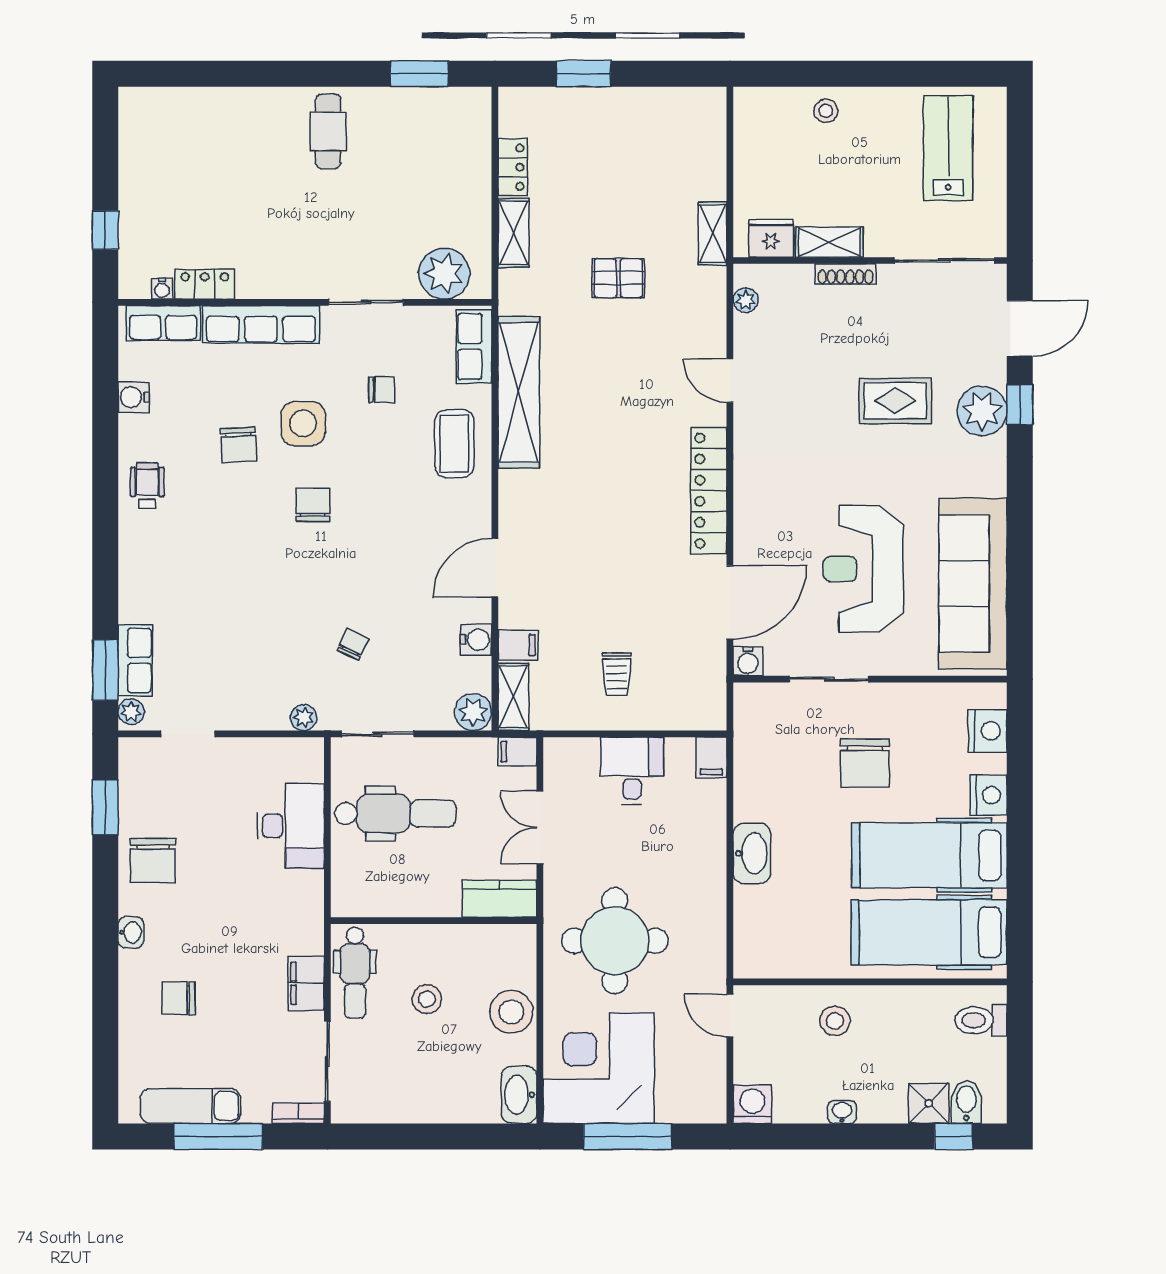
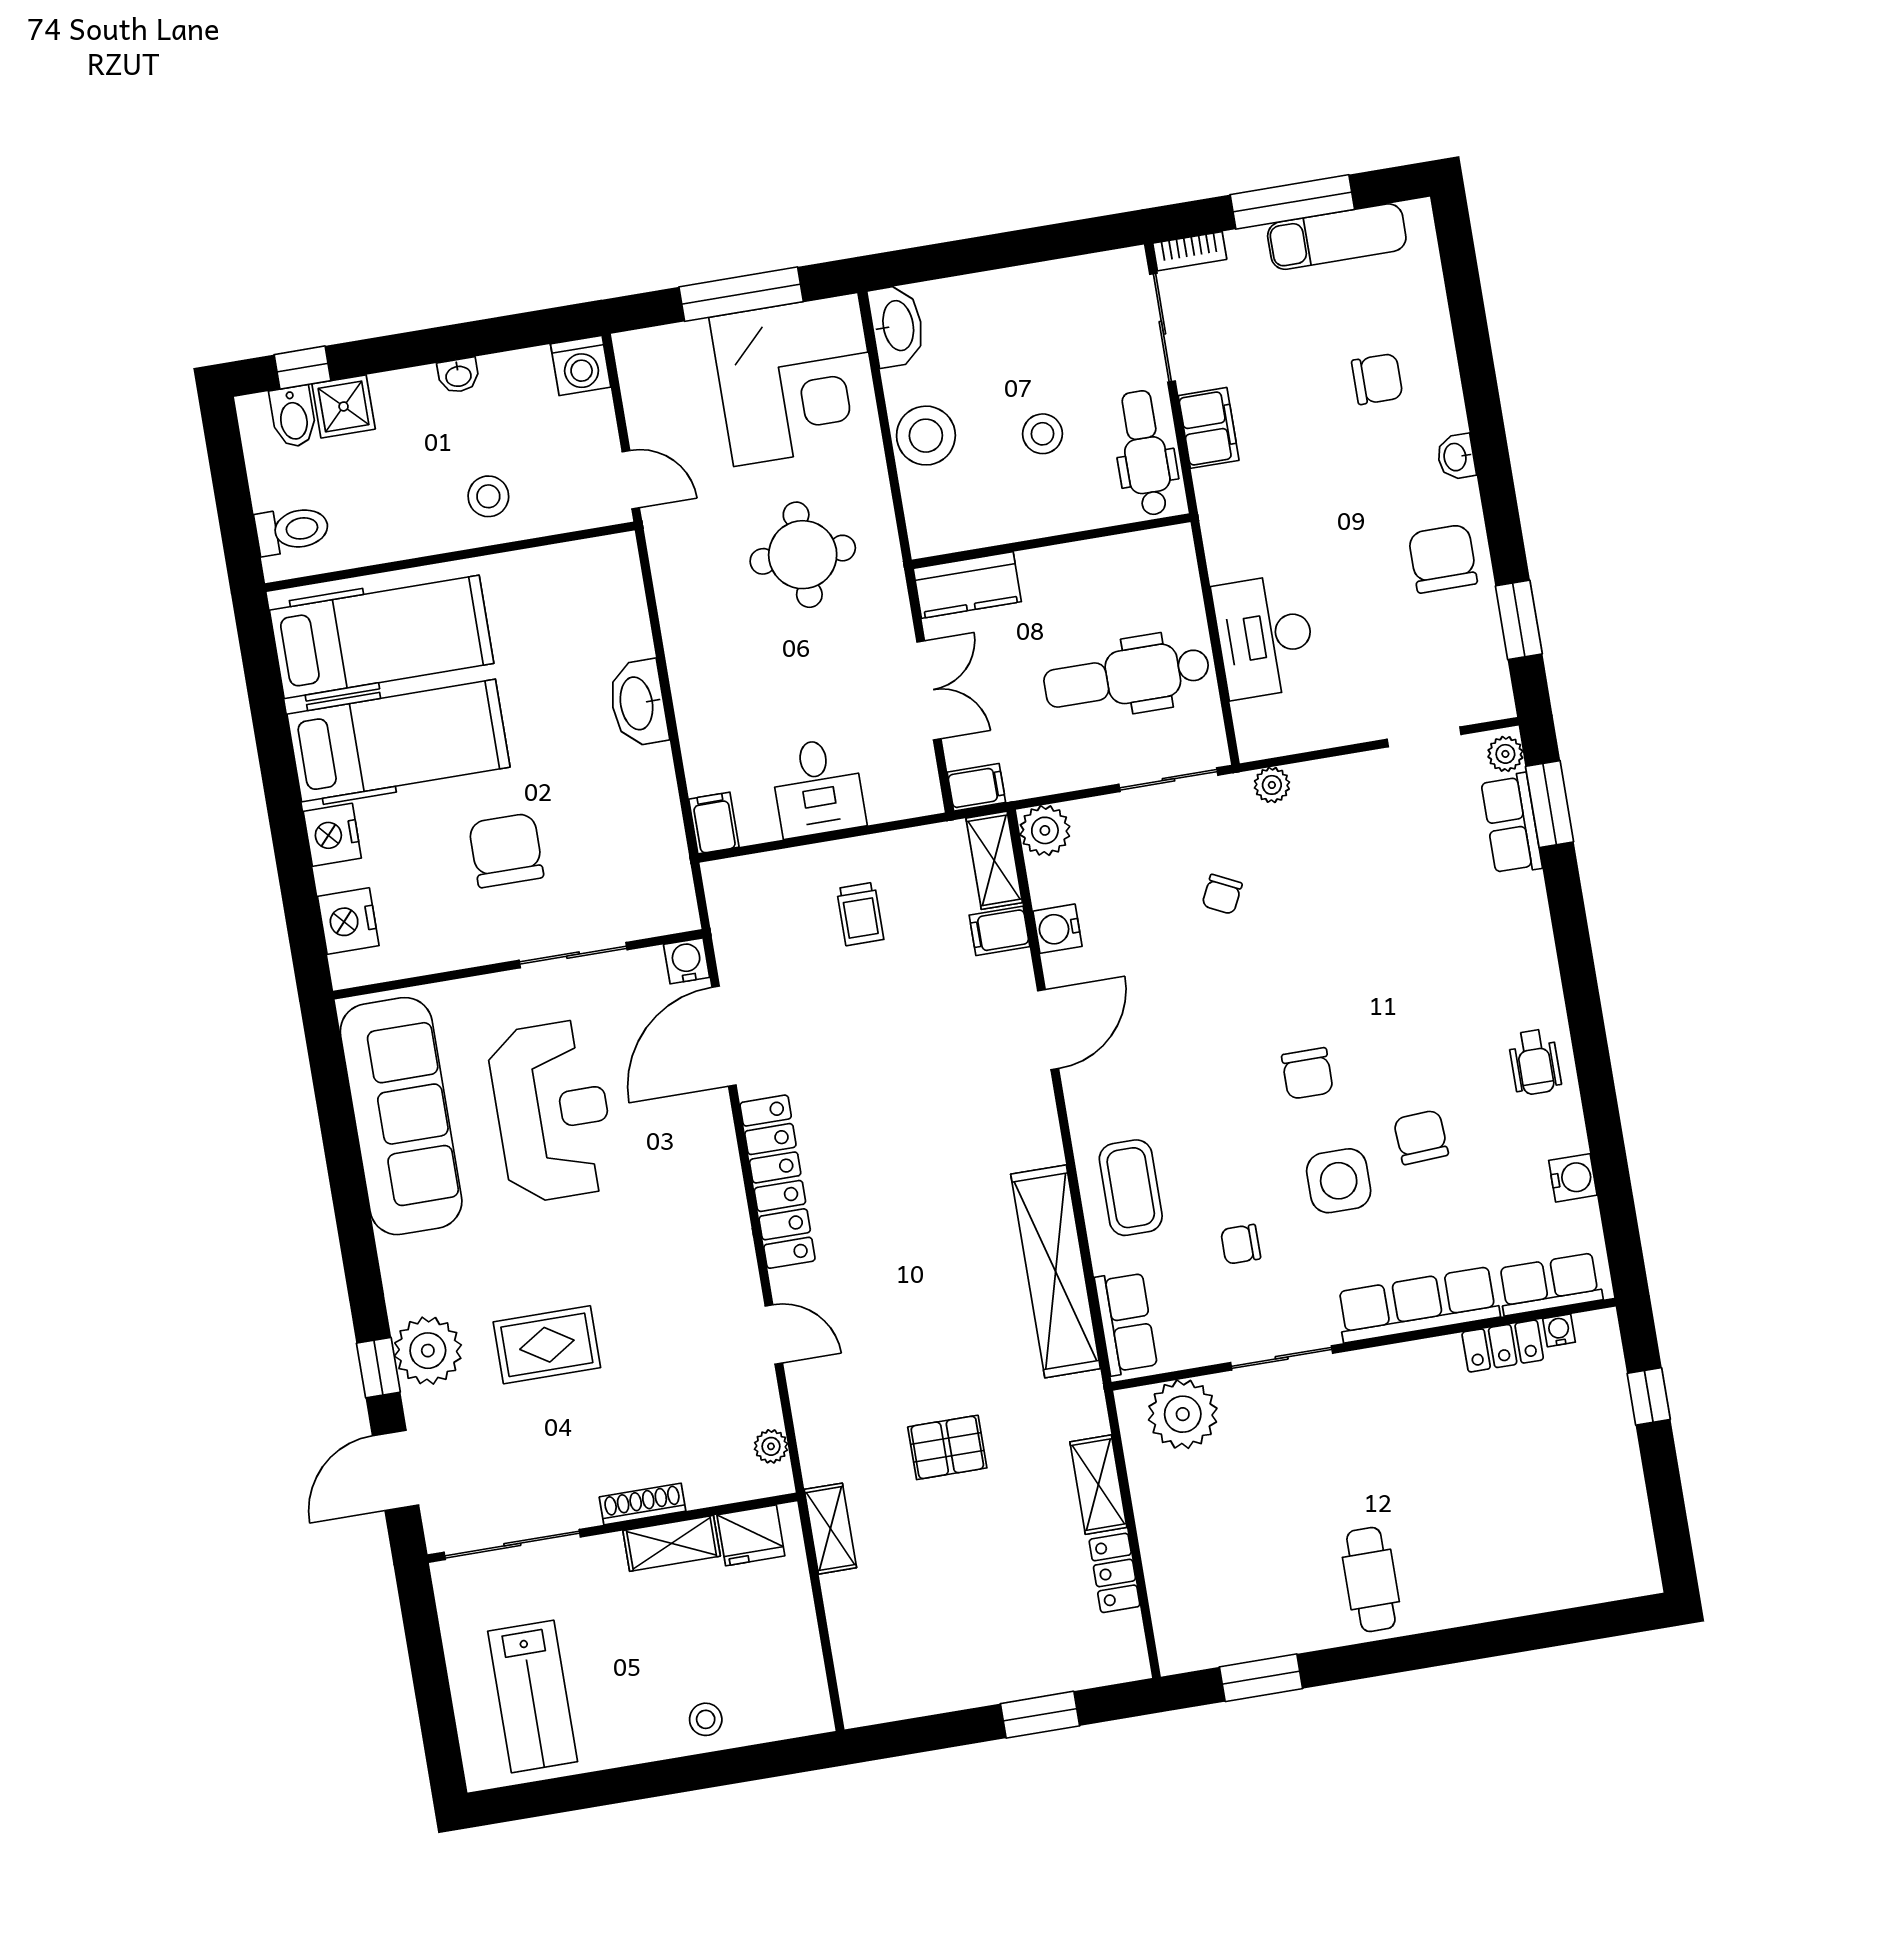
trolley: (617, 674) -> (860, 914), turned 180
round table: (615, 941) -> (803, 555), width x0.73, depth x0.73

